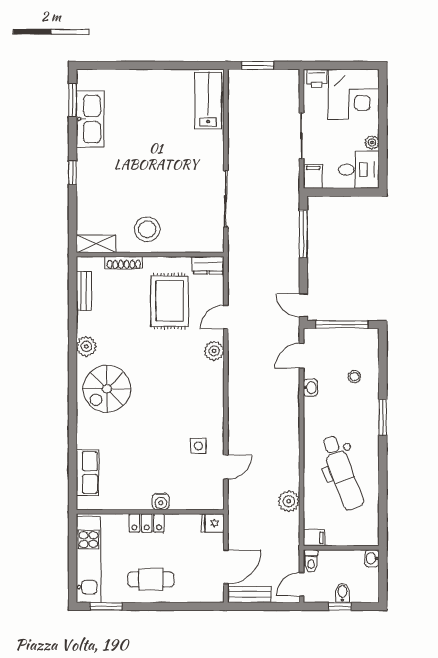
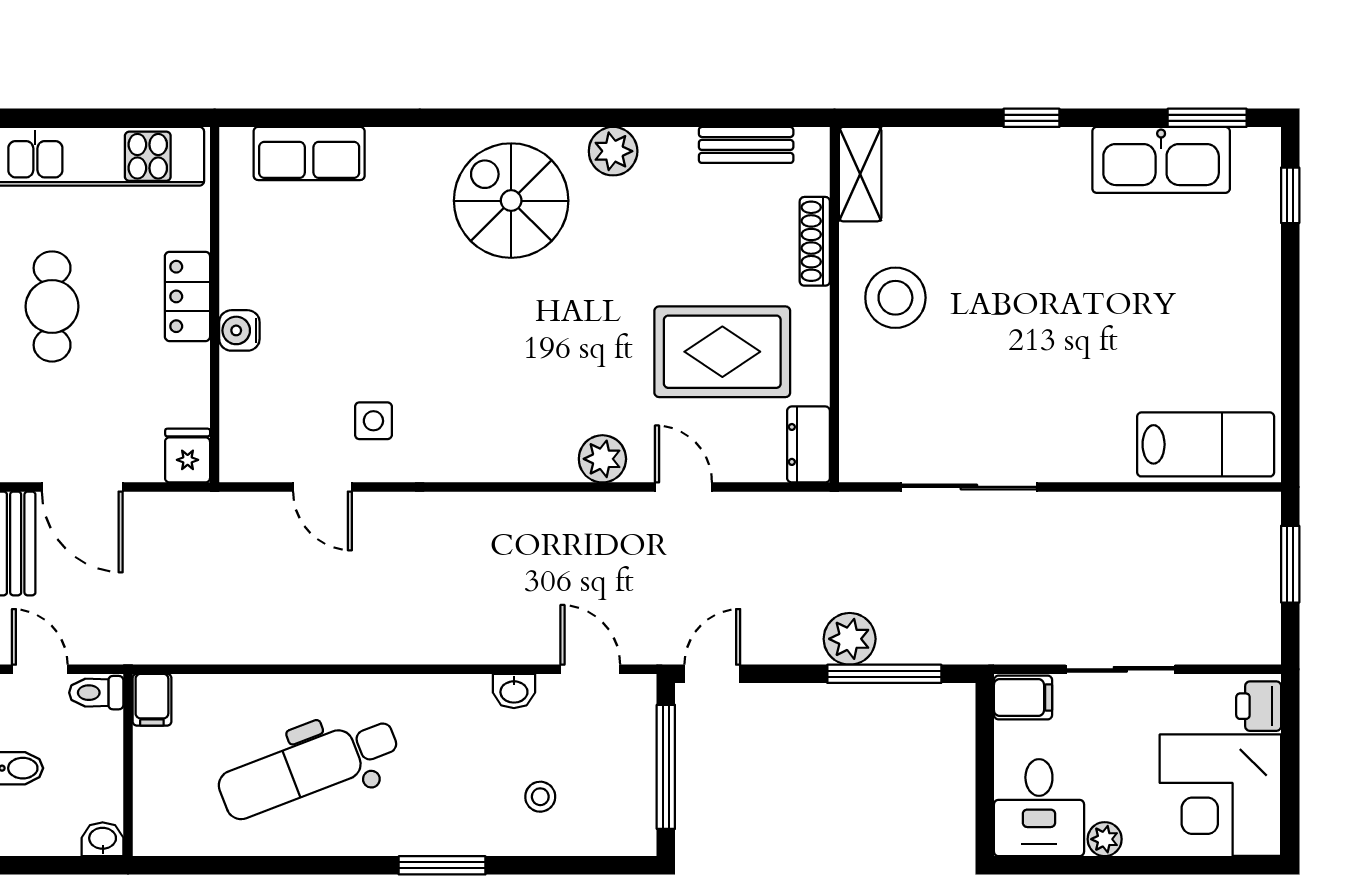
window: (105, 65) -> (1290, 195), added
plant: (289, 501) -> (850, 639), moved

